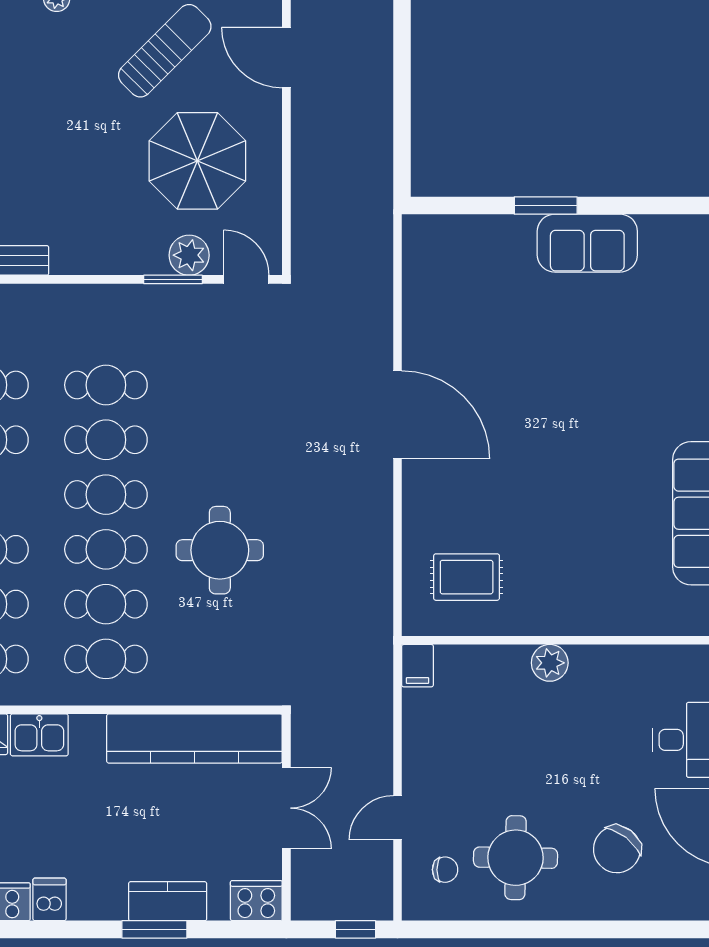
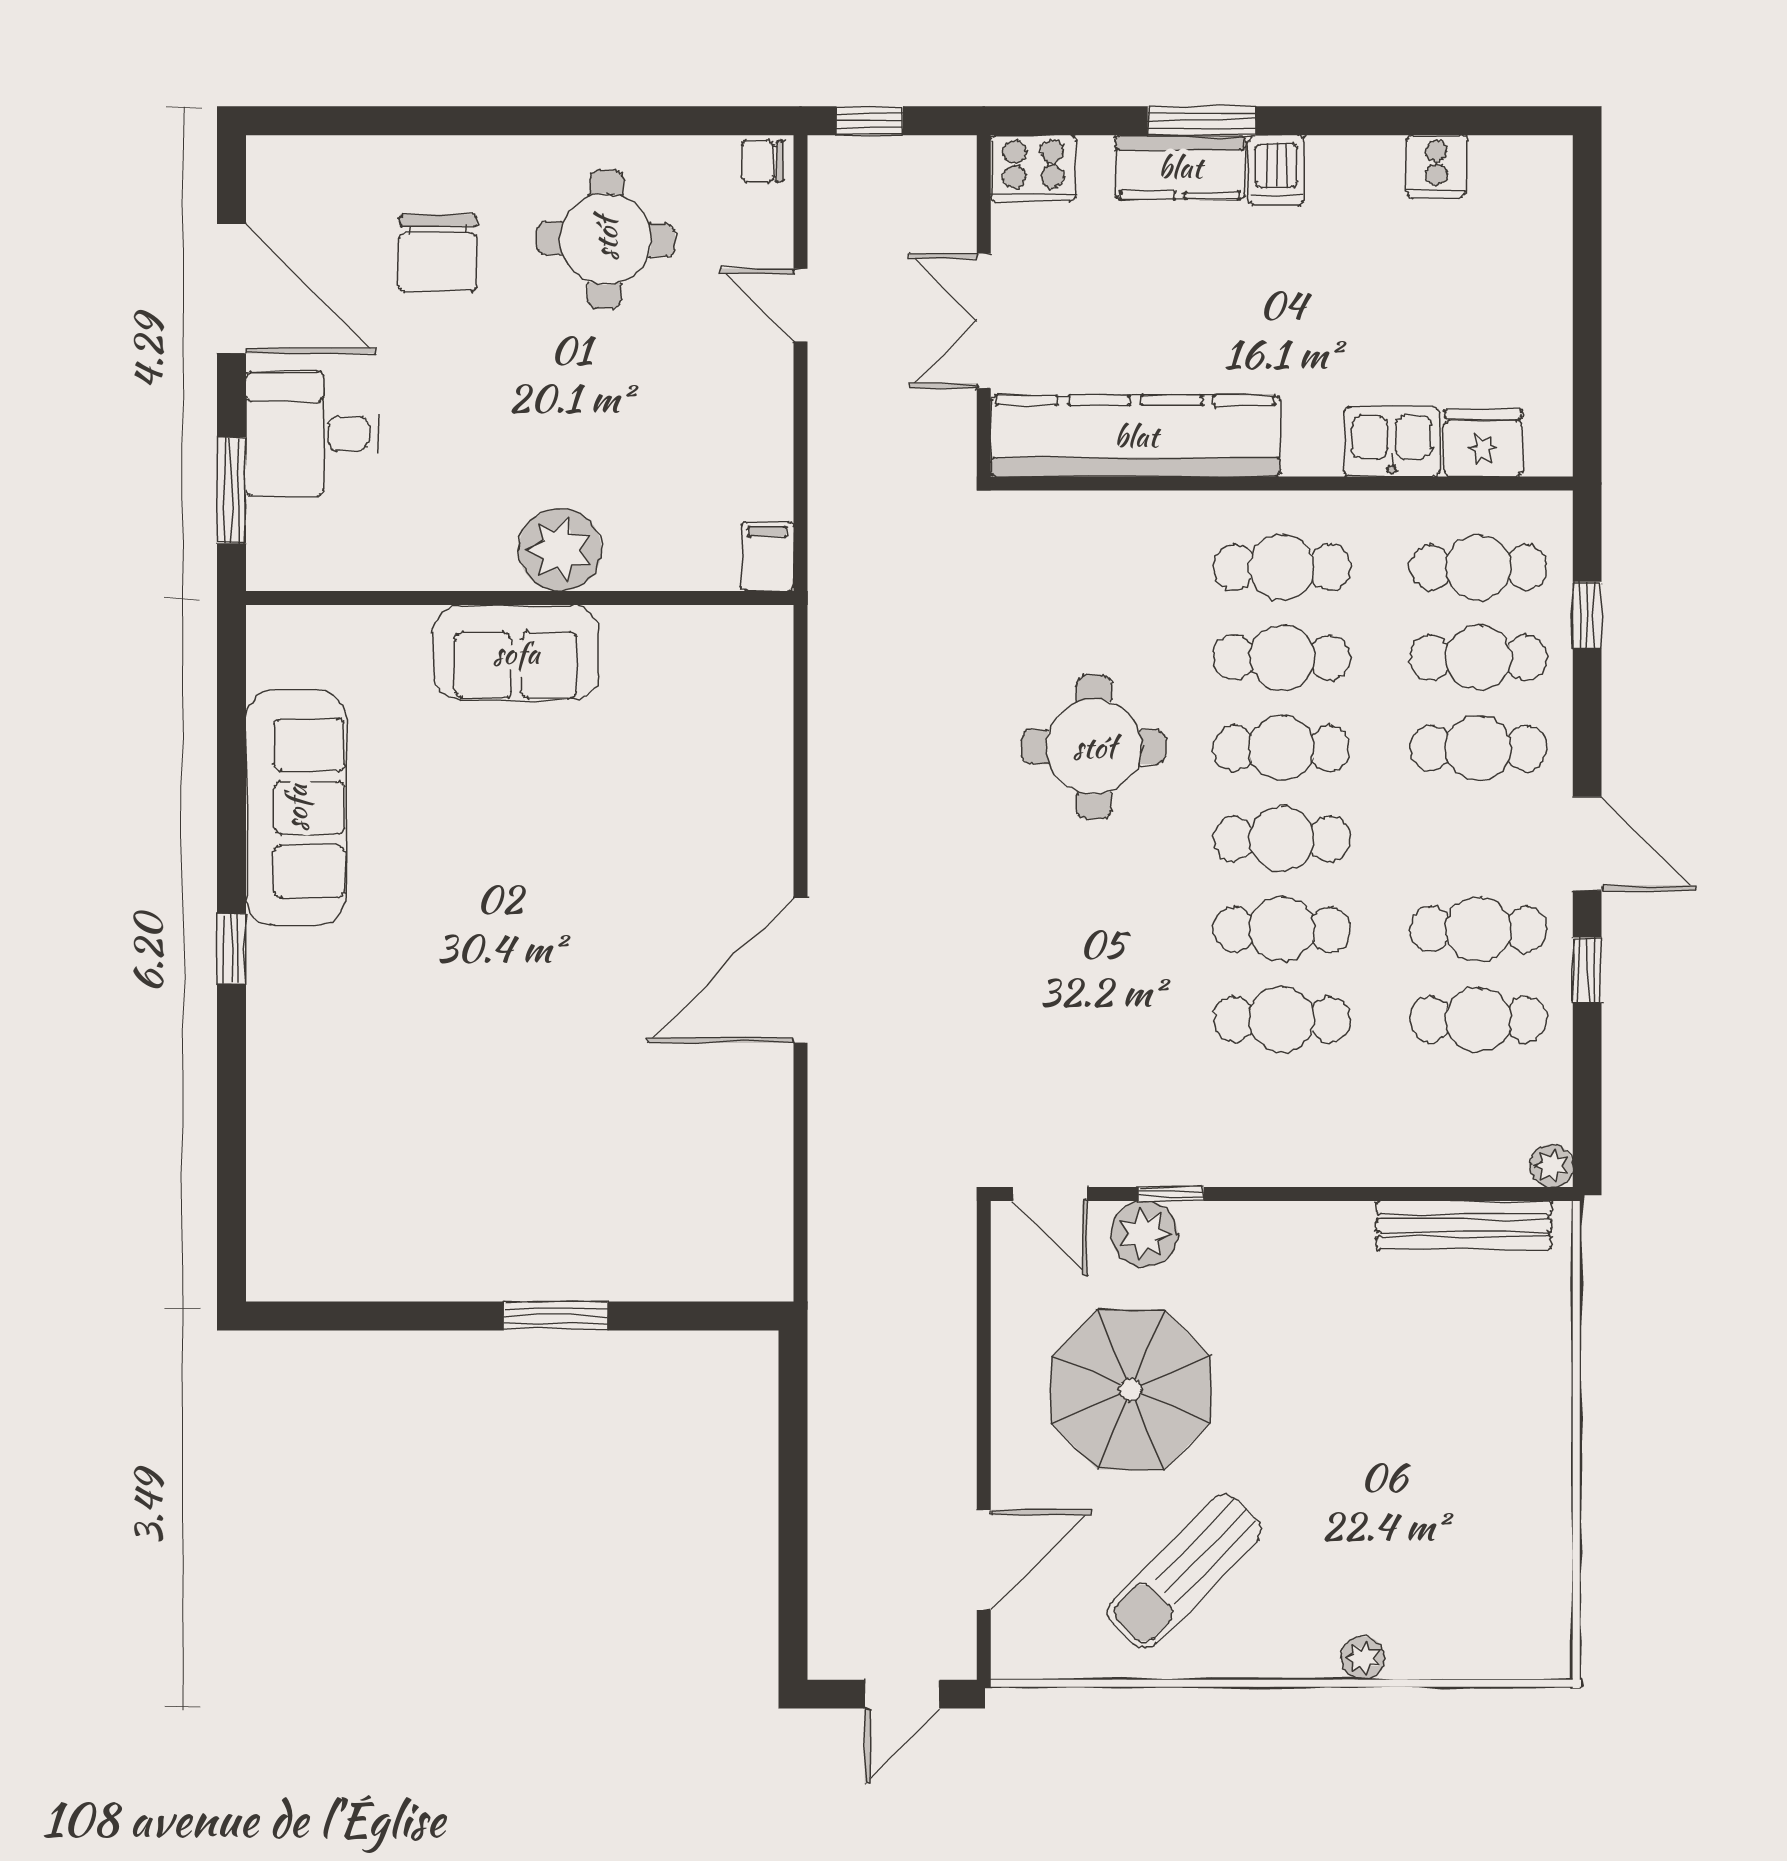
door: (286, 58) -> (984, 1560), hinge flipped
sofa: (587, 243) -> (516, 653), moved, turned 180
window: (173, 279) -> (1171, 1194), width x0.67
door: (397, 415) -> (800, 970), hinge flipped
rug: (467, 577) -> (686, 702), removed
plant: (550, 663) -> (560, 550), width x1.36, depth x1.36
door: (397, 818) -> (800, 305), swing flipped
chair: (617, 849) -> (438, 253), turned 142
chair: (445, 870) -> (762, 161), moved
dishwasher: (50, 899) -> (1276, 170), moved

